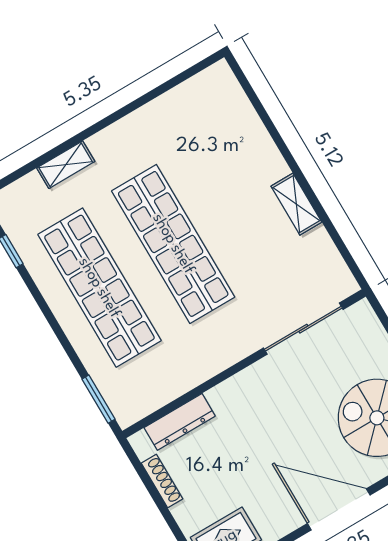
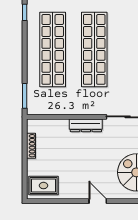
dresser: (180, 422) -> (86, 125), moved
door: (339, 509) -> (98, 201), width x0.53

